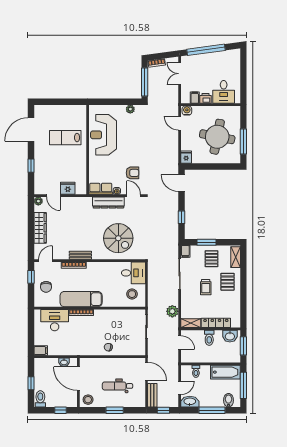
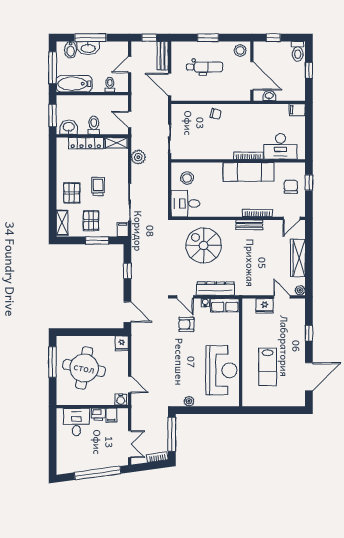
lab bench: (65, 138) -> (268, 367), turned 90
window: (31, 277) -> (309, 183), moved
washbasin: (190, 402) -> (88, 48), moved

